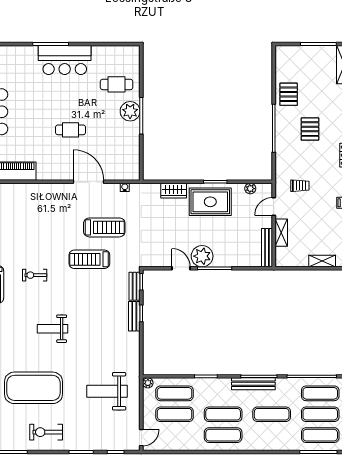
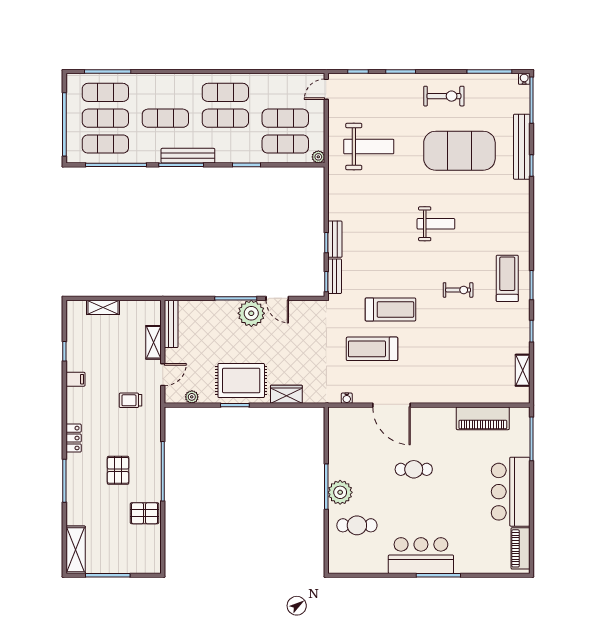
pallet: (289, 94) -> (145, 513), turned 90

